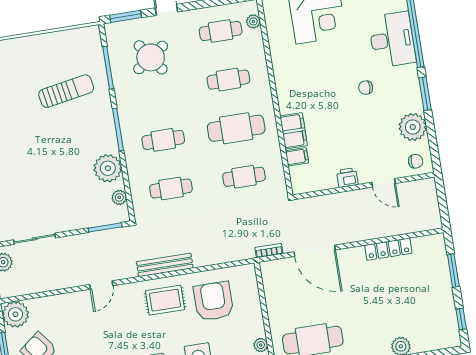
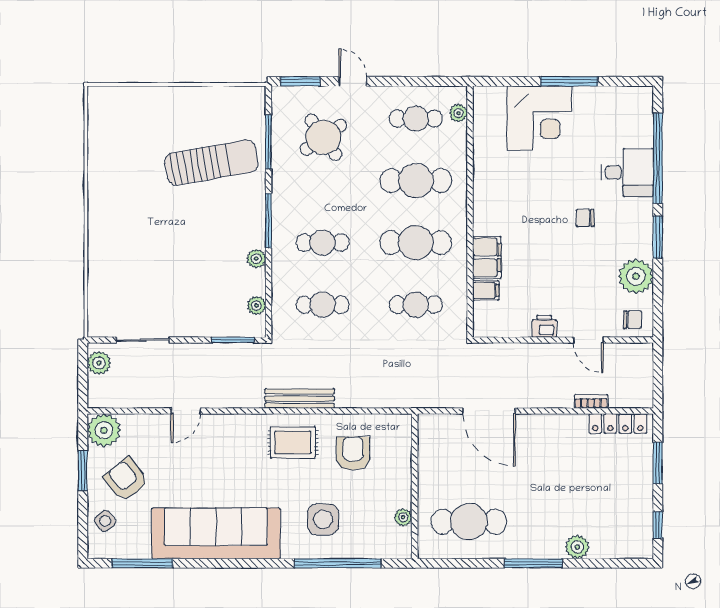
desk: (392, 40) -> (627, 172), width x0.73
cafe table: (228, 80) -> (416, 181), width x1.37, depth x1.35
sun lounger: (66, 91) -> (211, 163), width x1.36, depth x1.34
plant: (108, 168) -> (256, 259), width x0.53, depth x0.53
locker: (388, 249) -> (618, 424), moved
bookcase: (269, 251) -> (591, 402), moved
door: (101, 285) -> (186, 411), moved
armchair: (213, 301) -> (353, 453), width x0.73, depth x0.73

